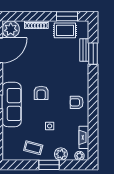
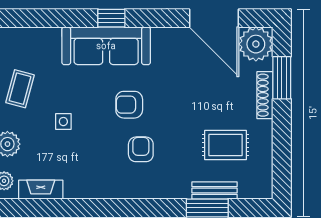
window: (67, 16) -> (282, 78), moved
rug: (65, 30) -> (226, 145), moved, turned 90
armchair: (77, 102) -> (141, 149), moved

